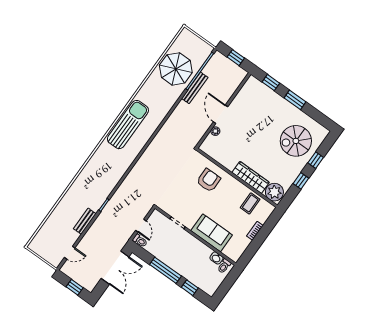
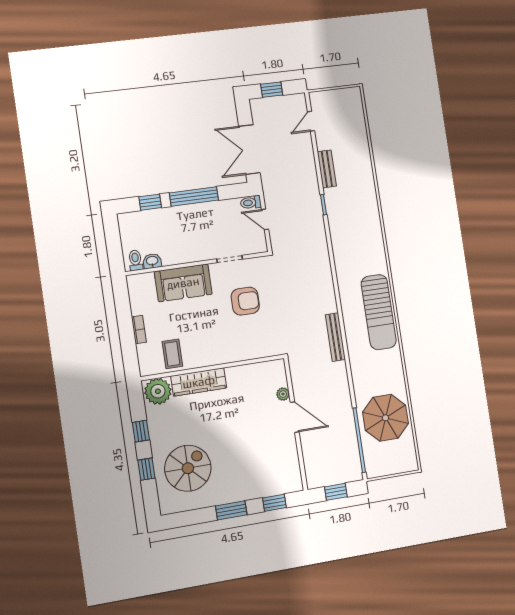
bench: (195, 88) -> (335, 337), moved
armchair: (209, 180) -> (245, 301), moved, turned -90

